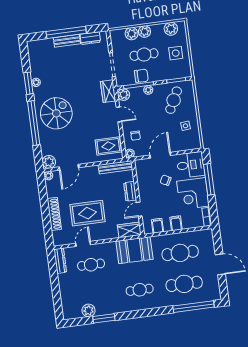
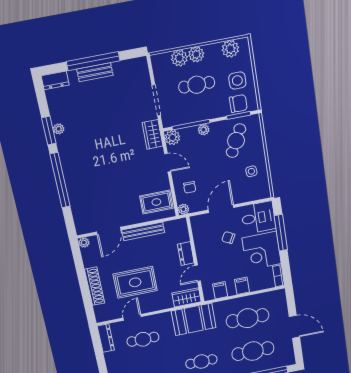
dresser: (90, 38) -> (55, 80), moved
chair: (141, 76) -> (238, 104), moved
spiral stairs: (56, 113) -> (88, 166), removed
plant: (49, 162) -> (83, 226), removed
bench: (115, 167) -> (143, 231), moved

